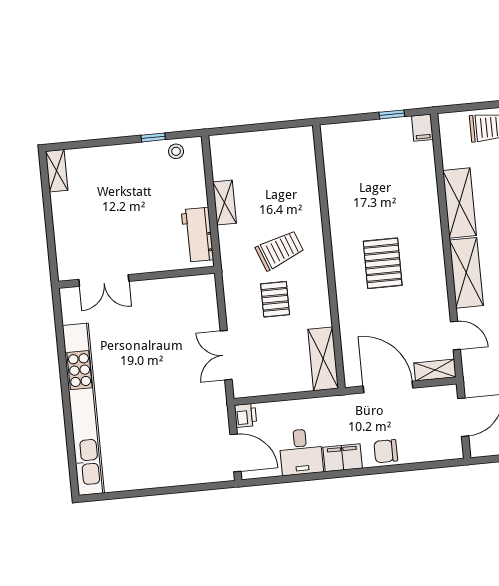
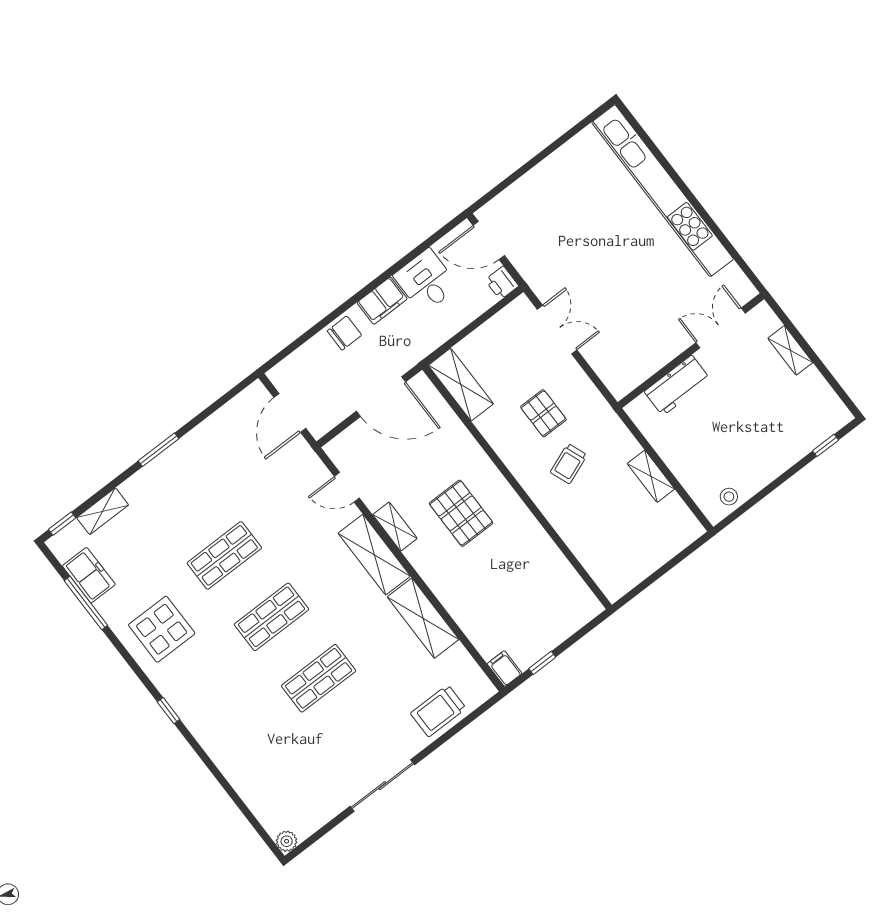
window: (153, 137) -> (826, 445), moved
shelving: (57, 171) -> (790, 350), moved
workbench: (197, 235) -> (677, 385), moved, turned 90
trolley: (280, 250) -> (569, 464), width x0.73, depth x0.72
shelving: (435, 370) -> (395, 527), moved, turned 90

